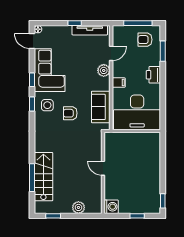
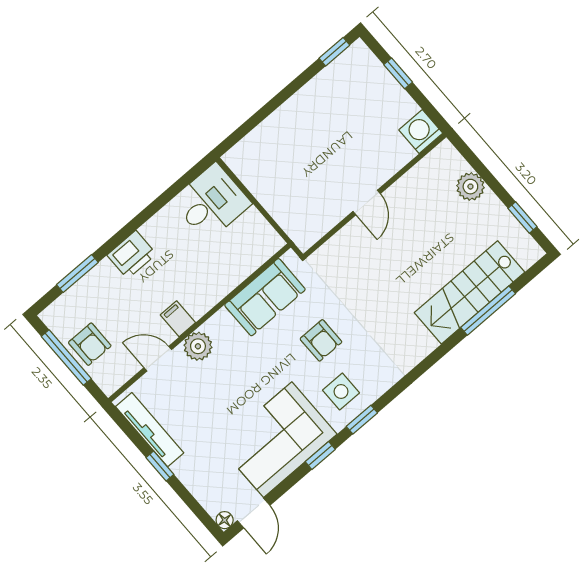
armchair: (145, 40) -> (90, 344), moved
filing cabinet: (119, 83) -> (178, 319), moved
desk: (137, 112) -> (211, 202), width x0.53, depth x0.77

